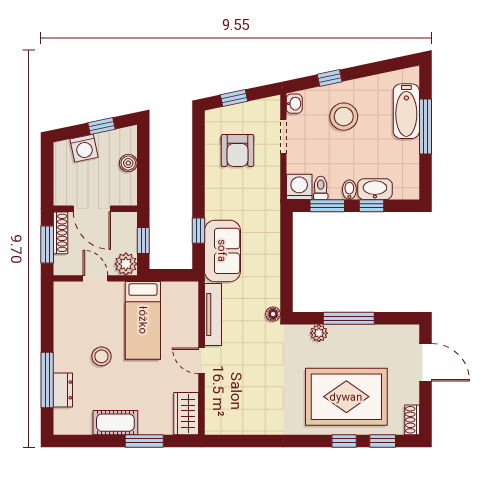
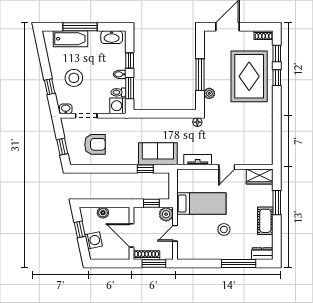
washbasin: (375, 189) -> (112, 37), moved, turned -90
door: (92, 209) -> (132, 235), swing flipped
tv unit: (213, 314) -> (198, 160), width x0.71
dresser: (63, 390) -> (262, 254), moved

